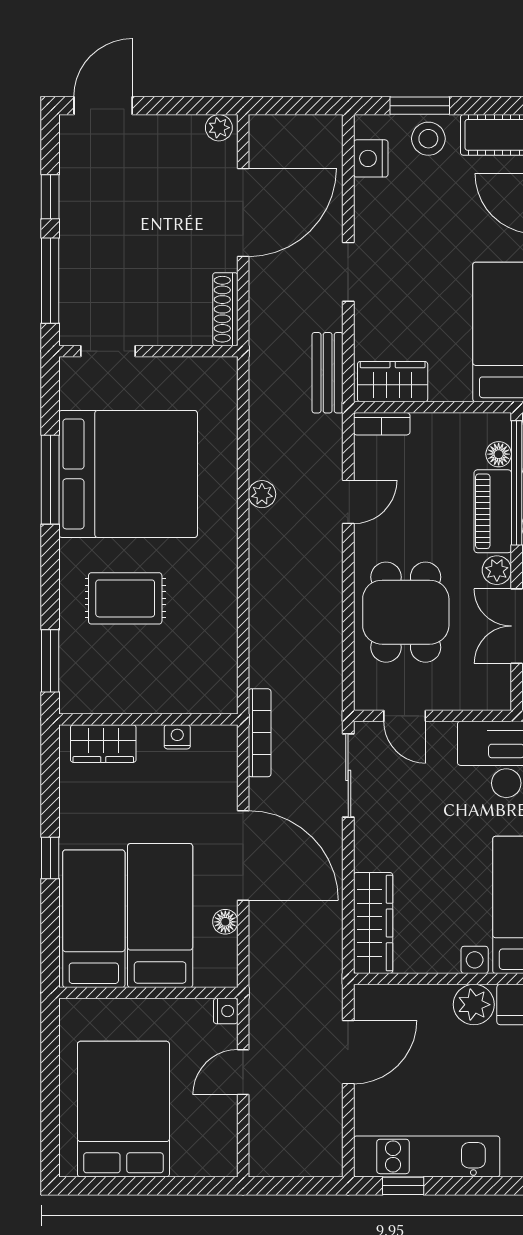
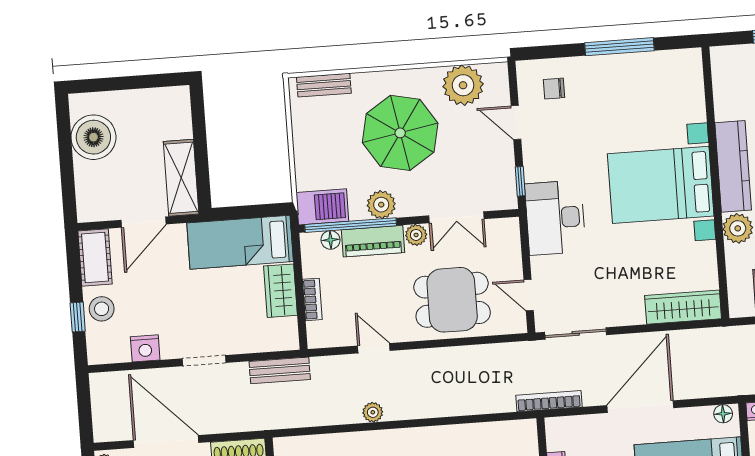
window: (420, 106) -> (78, 317), width x0.67
nightstand: (371, 158) -> (145, 348), moved
wardrobe: (393, 382) -> (280, 291), moved
bookcase: (382, 424) -> (312, 299), moved
door: (405, 716) -> (529, 295), swing flipped
floor lamp: (225, 922) -> (723, 414), moved

